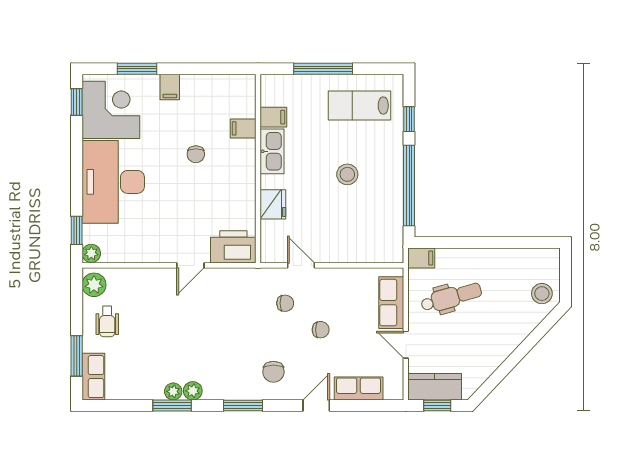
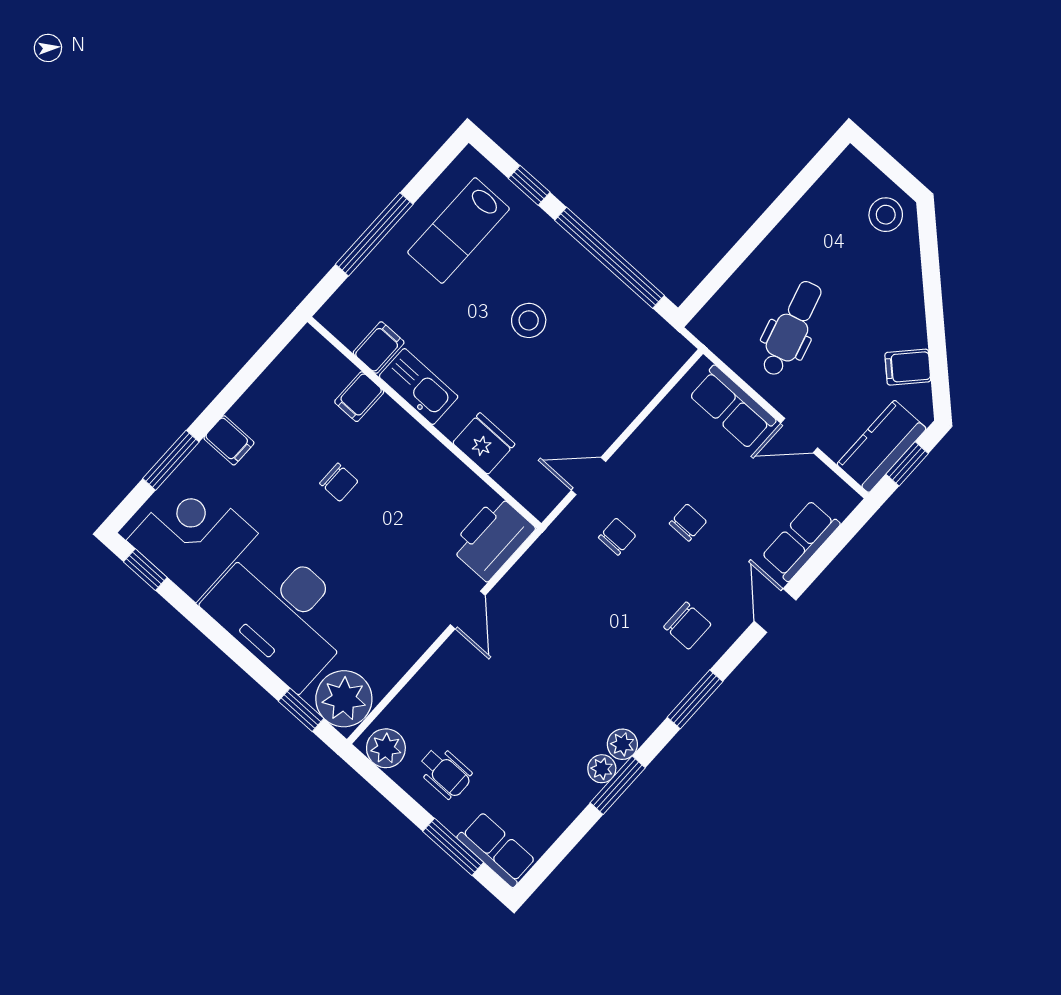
plant: (91, 253) -> (344, 699), width x1.87, depth x1.87
filing cabinet: (421, 258) -> (908, 367), moved, turned -137

